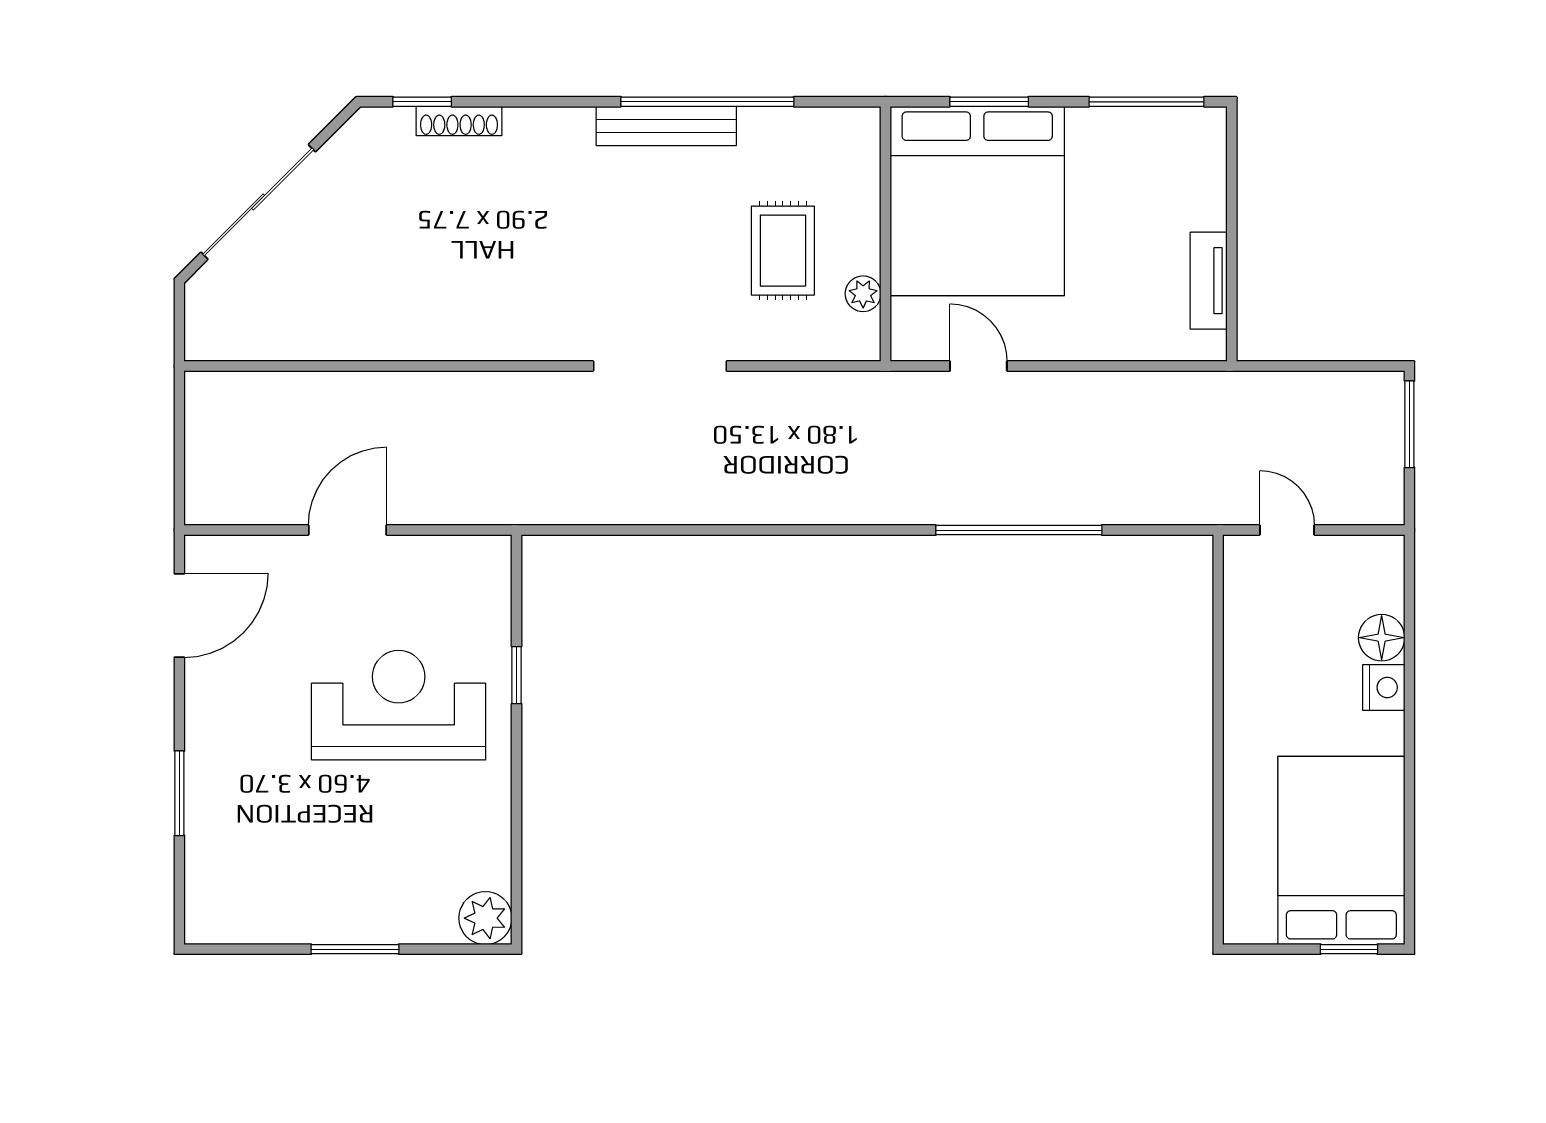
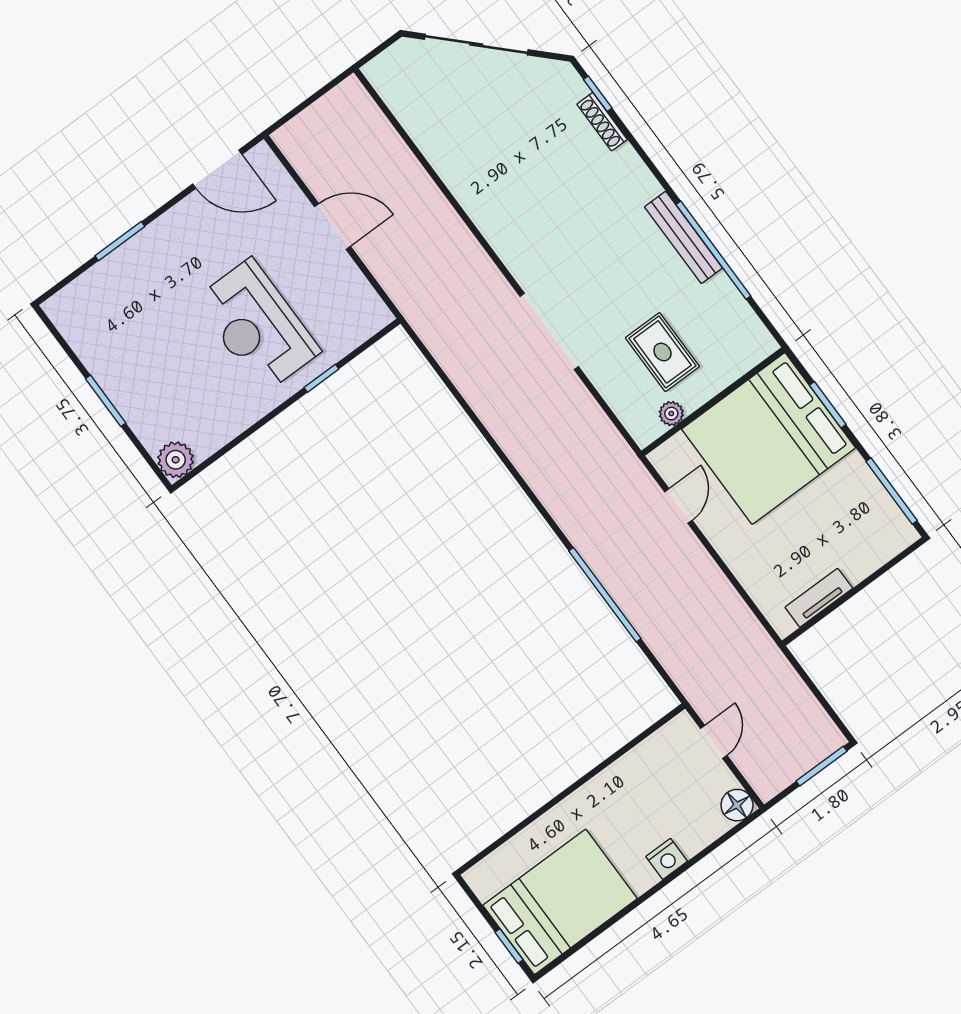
rug: (783, 251) -> (662, 352), turned 90
floor lamp: (1382, 638) -> (737, 805), moved
reception desk: (399, 705) -> (257, 326), turned 180

